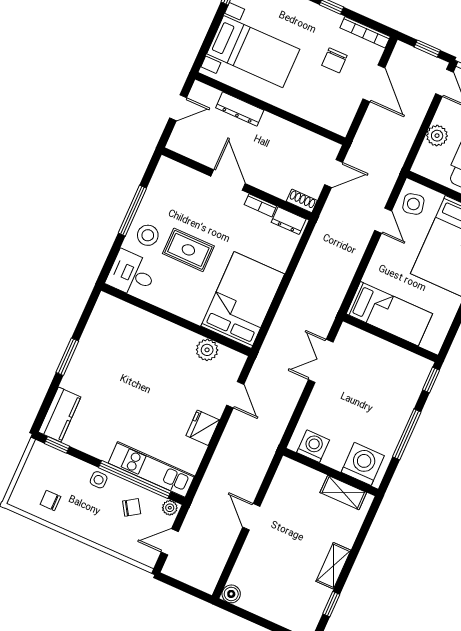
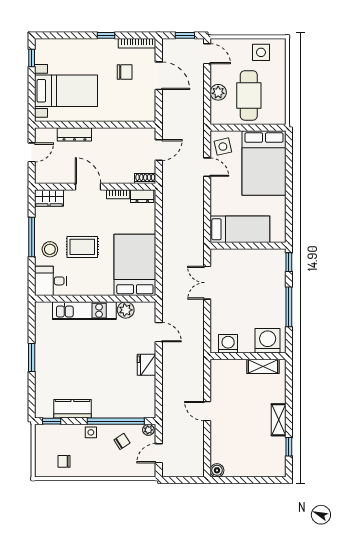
chair: (334, 60) -> (125, 72), turned -90
wardrobe: (174, 173) -> (49, 198), added
kitchen counter: (60, 414) -> (72, 409), moved, turned -90
kitchen unit: (151, 469) -> (84, 311), moved, turned 180

